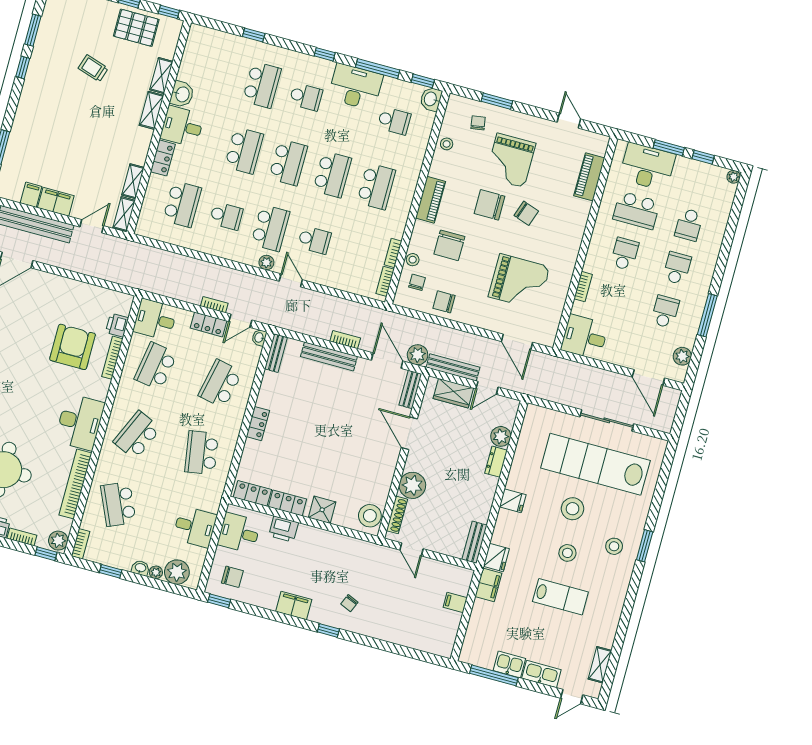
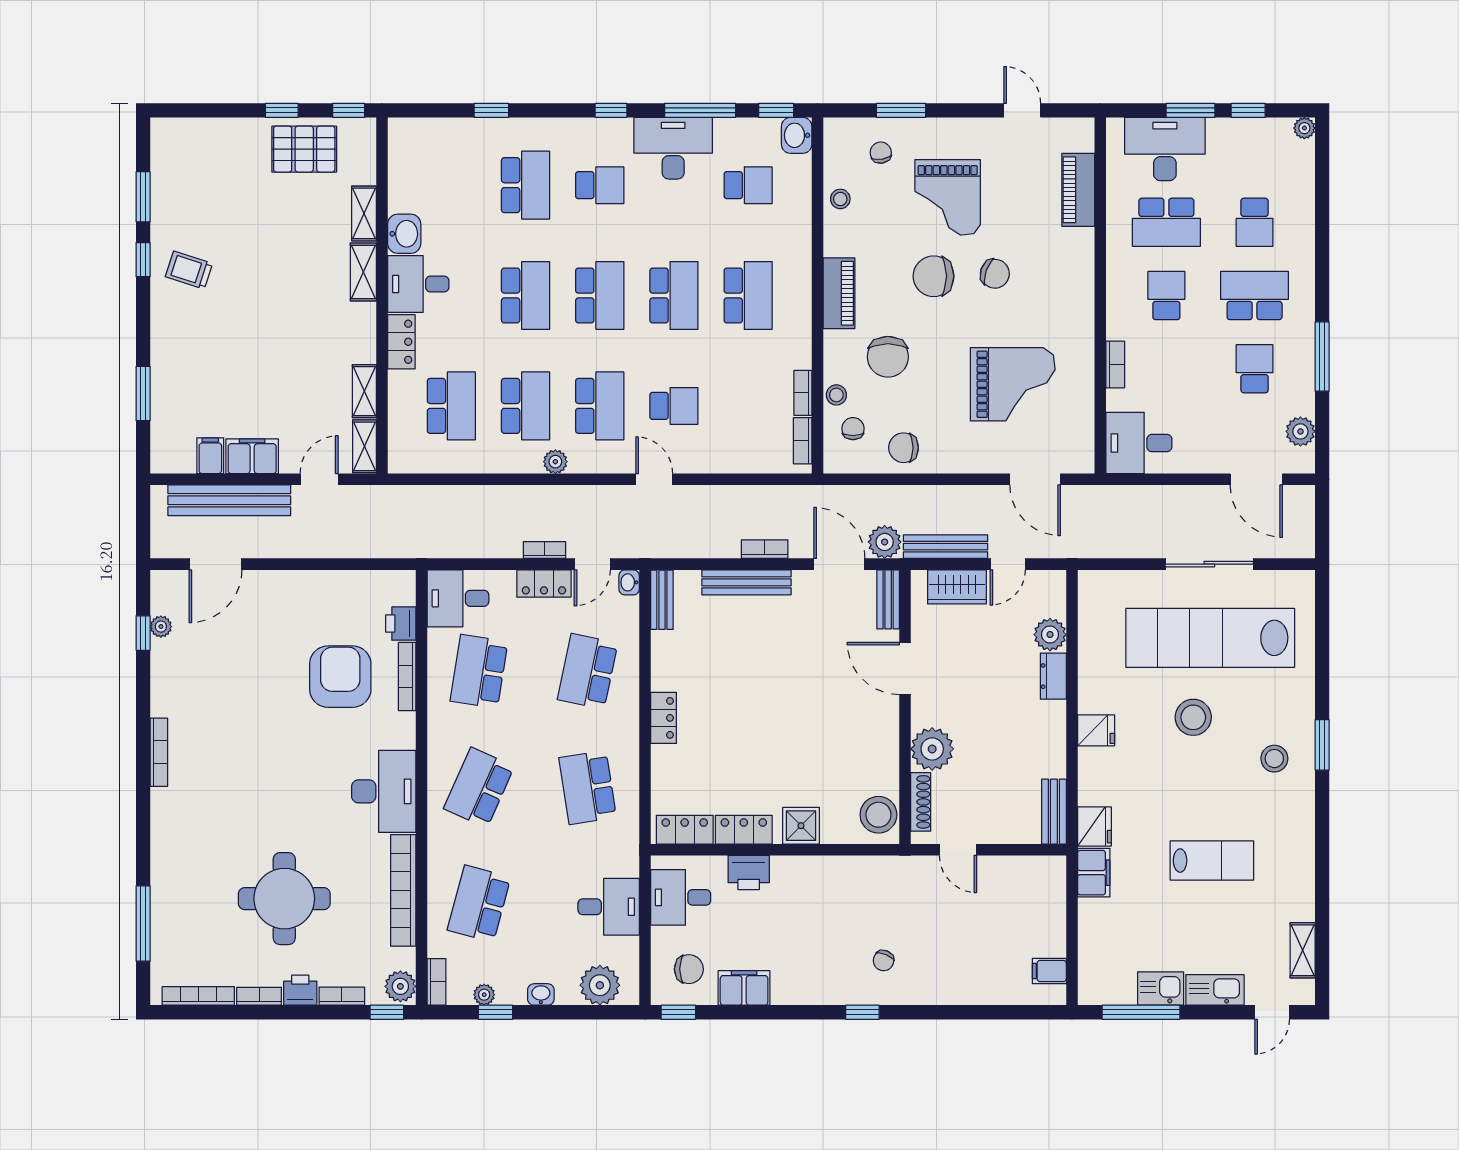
trolley: (93, 68) -> (189, 270), moved
school desk: (226, 216) -> (526, 406), width x1.85
plant: (266, 262) -> (555, 462), moved
school desk: (677, 268) -> (1255, 296), width x1.85
school desk: (118, 504) -> (479, 904), turned 39
stool: (567, 553) -> (1204, 789), removed
plant: (156, 572) -> (484, 995), moved
filing cabinet: (455, 602) -> (1049, 971), moved
filing cabinet: (294, 606) -> (744, 988), moved

